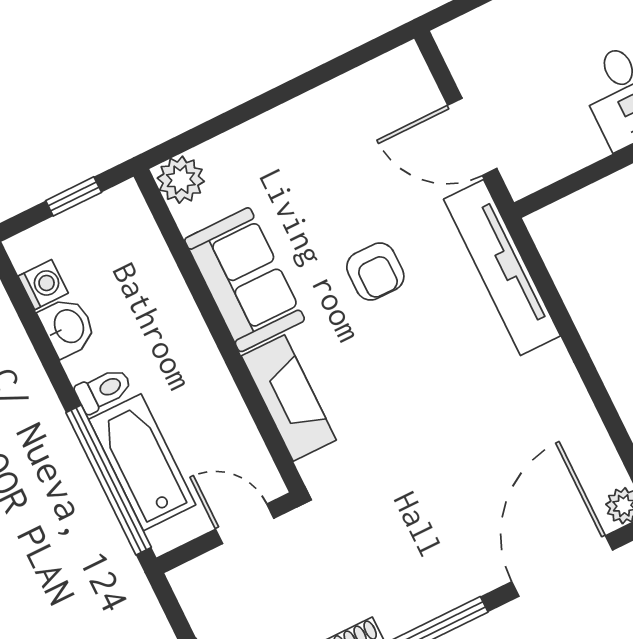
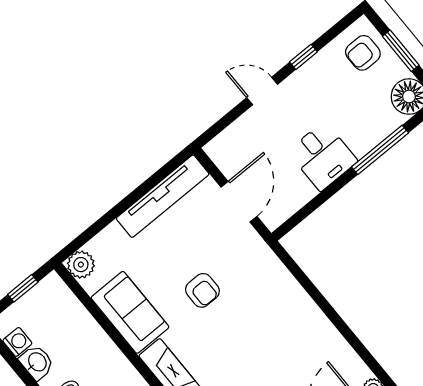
door: (472, 137) -> (239, 202), swing flipped
tv unit: (502, 268) -> (163, 196), moved, turned -90

